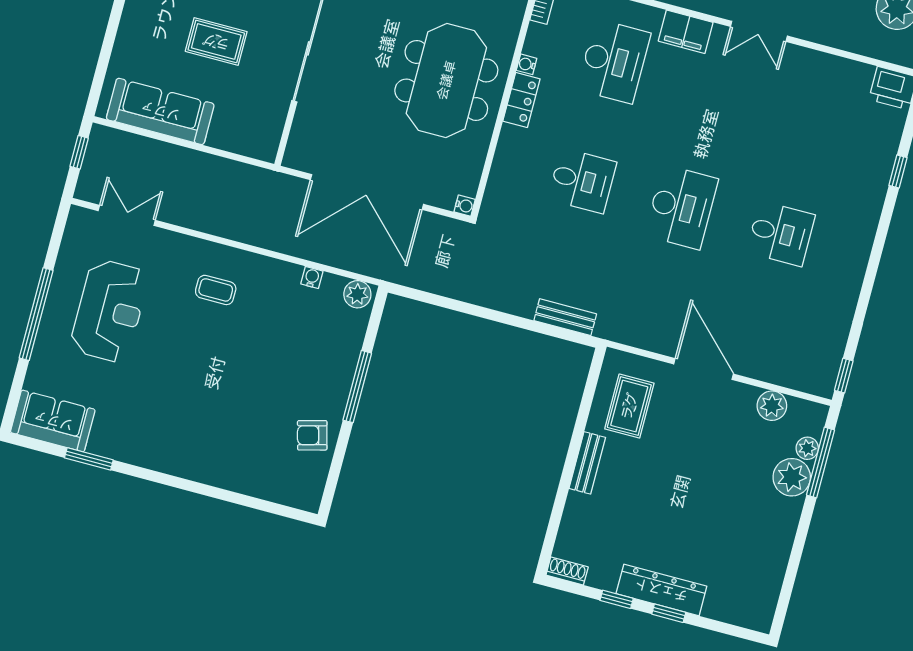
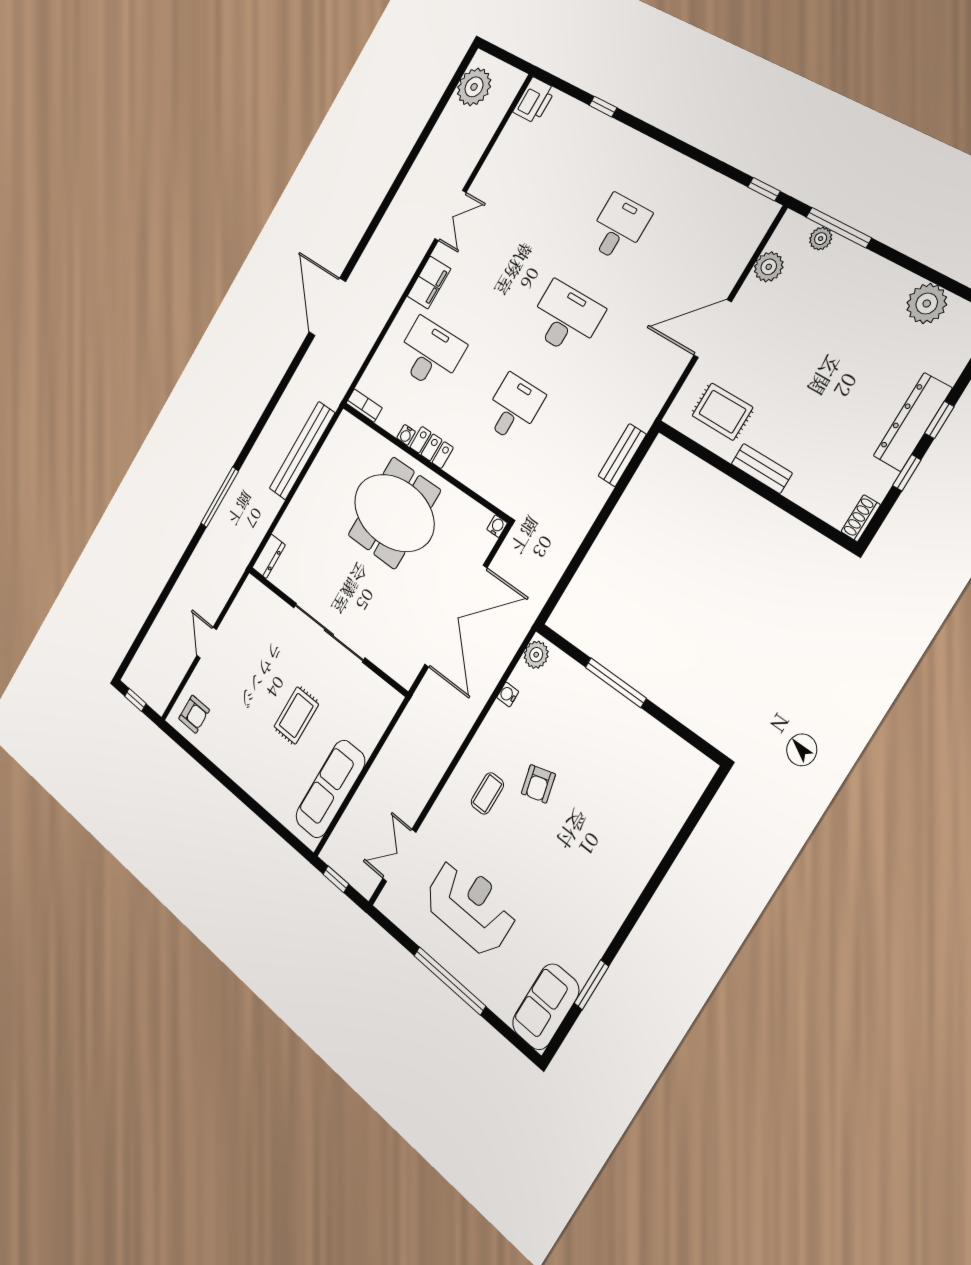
armchair: (312, 435) -> (538, 784), moved
plant: (792, 477) -> (927, 304), moved

